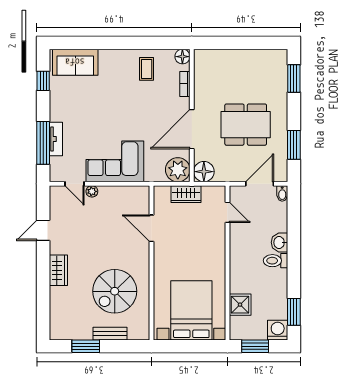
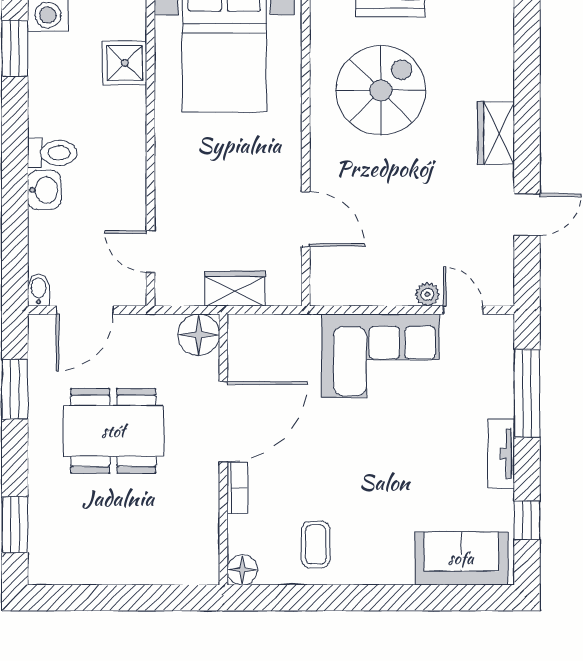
bookcase: (185, 84) -> (237, 488), moved
tv unit: (56, 139) -> (501, 454), moved
plant: (178, 170) -> (252, 339), removed

